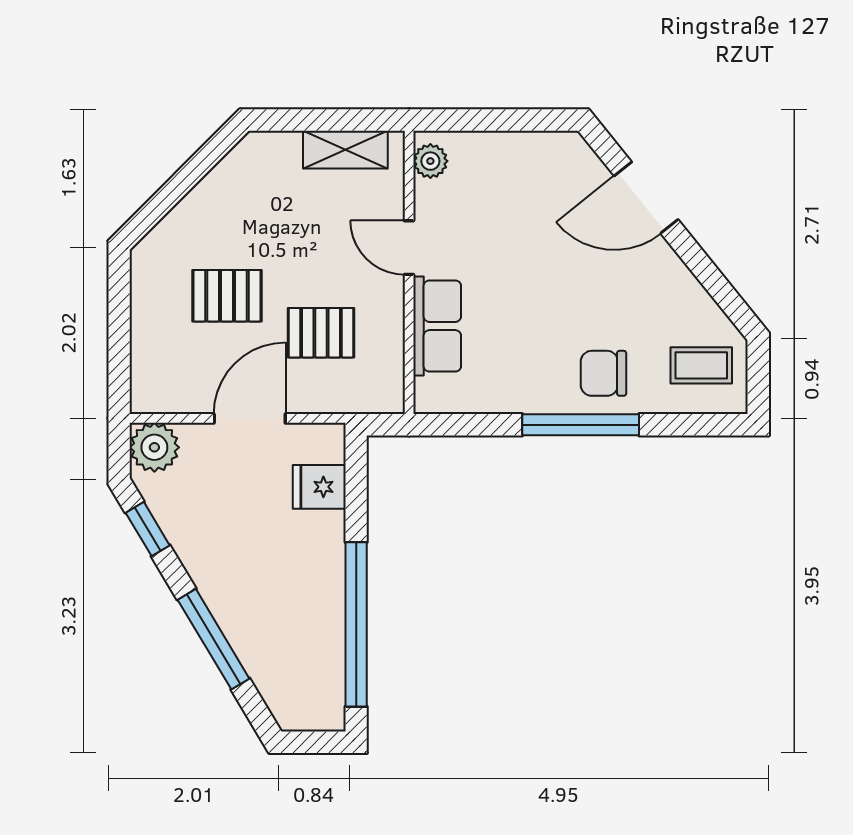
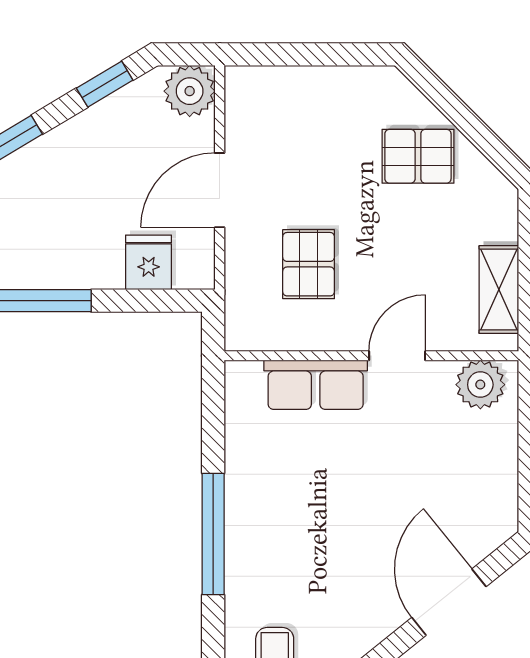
plant: (430, 161) -> (480, 385), width x1.38, depth x1.38
pallet: (227, 296) -> (418, 156), moved, turned 90
chair: (603, 373) -> (266, 558), removed
door: (250, 418) -> (220, 190), swing flipped

